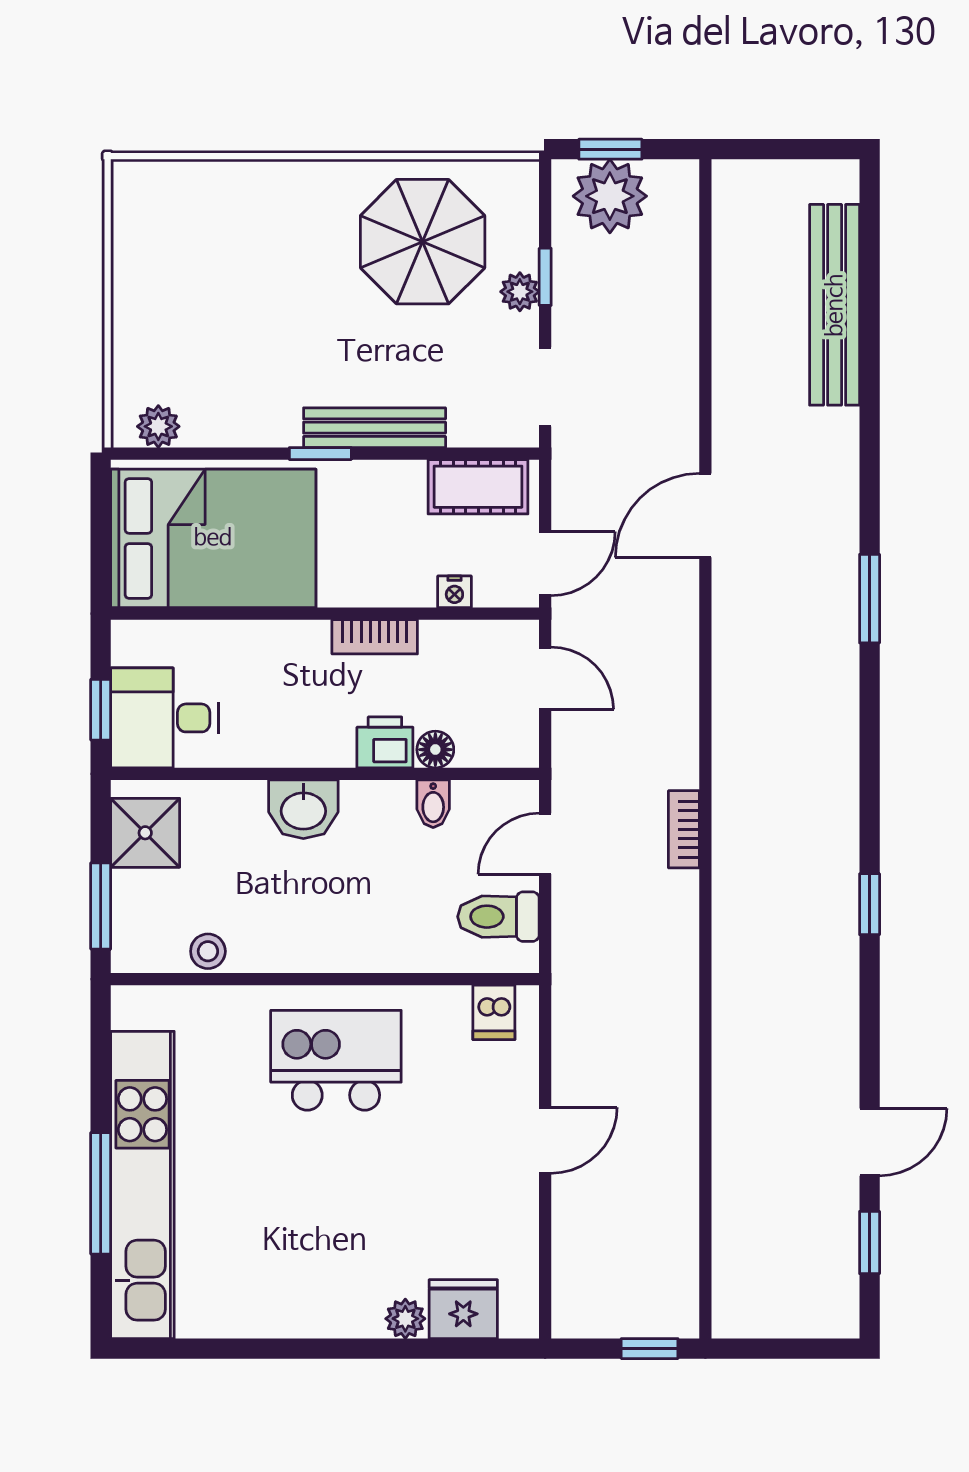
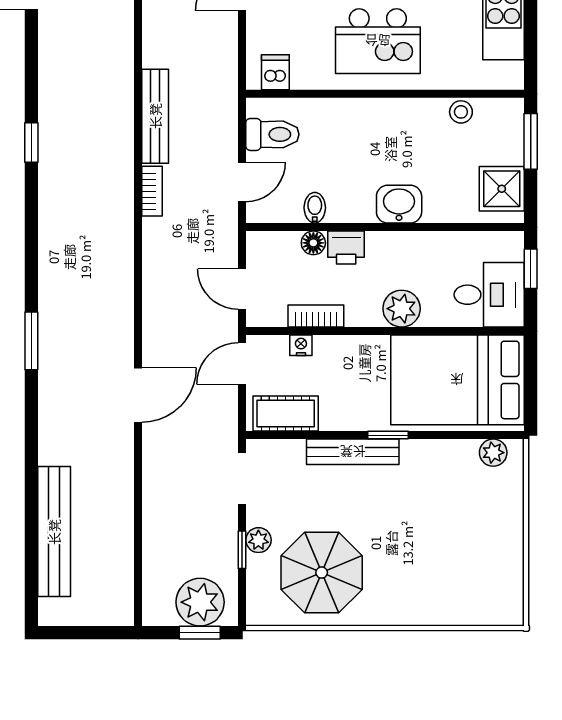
bookcase: (375, 637) -> (316, 316), moved
plant: (299, 648) -> (402, 309), added
desk: (165, 718) -> (489, 295), moved
bench: (679, 944) -> (155, 116), added

